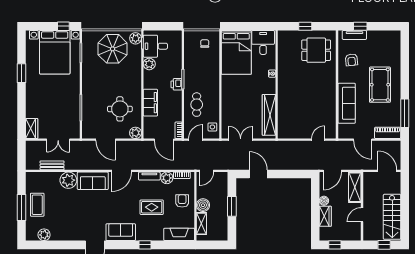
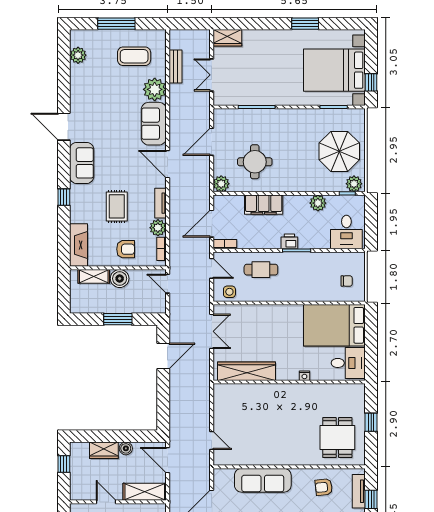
desk: (155, 46) -> (346, 232), moved, turned 180
coffee table: (37, 205) -> (134, 56), moved

